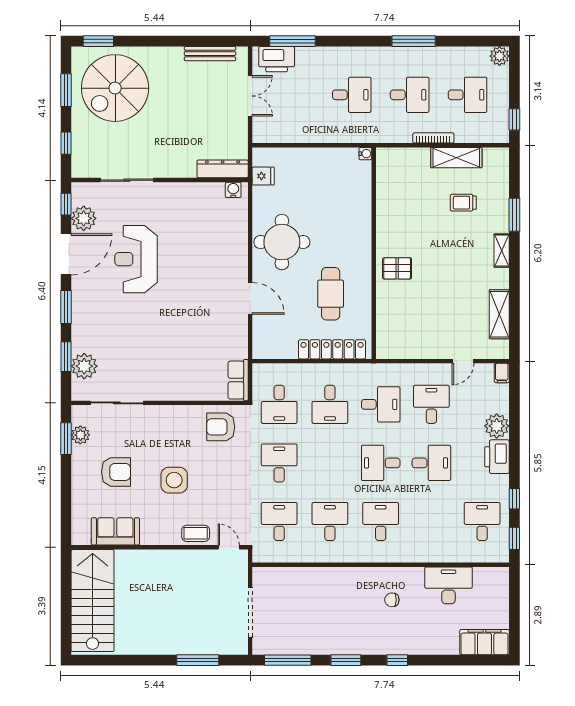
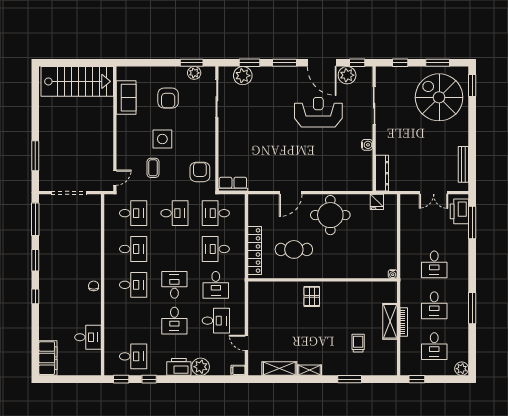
shelving: (456, 158) -> (390, 321), moved
water cooler: (233, 190) -> (367, 145), moved
shelving: (502, 251) -> (310, 370), moved
coffee table: (196, 533) -> (153, 168), moved
desk: (449, 585) -> (88, 337), width x0.73
chair: (392, 600) -> (94, 286), moved

